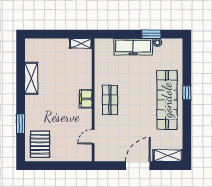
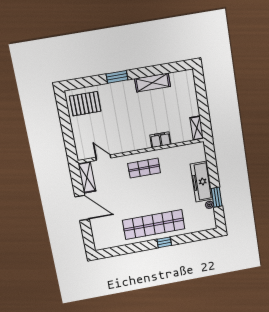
filing cabinet: (86, 99) -> (160, 140), moved
window: (21, 124) -> (117, 77), moved
shelving: (168, 156) -> (87, 177), moved

